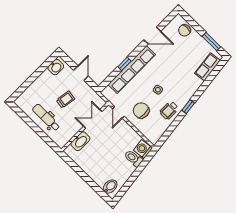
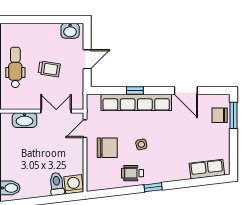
window: (211, 42) -> (233, 115), moved
chair: (141, 110) -> (107, 148), turned 90

